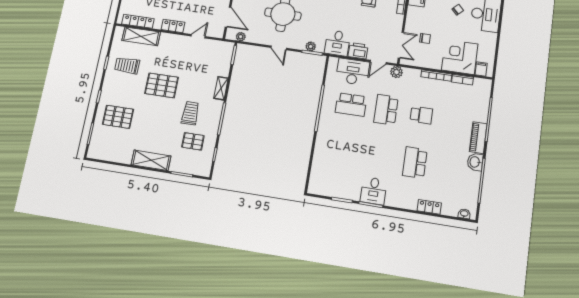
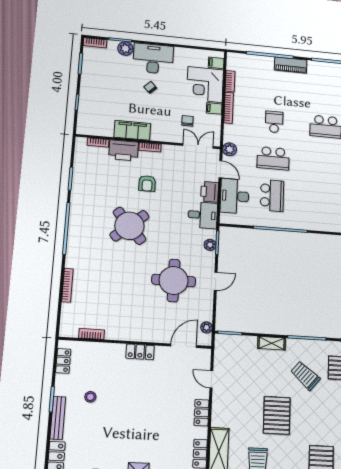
filing cabinet: (436, 63) -> (214, 108), added
trolley: (190, 113) -> (305, 376), turned 40
washbasin: (475, 162) -> (316, 68), removed

